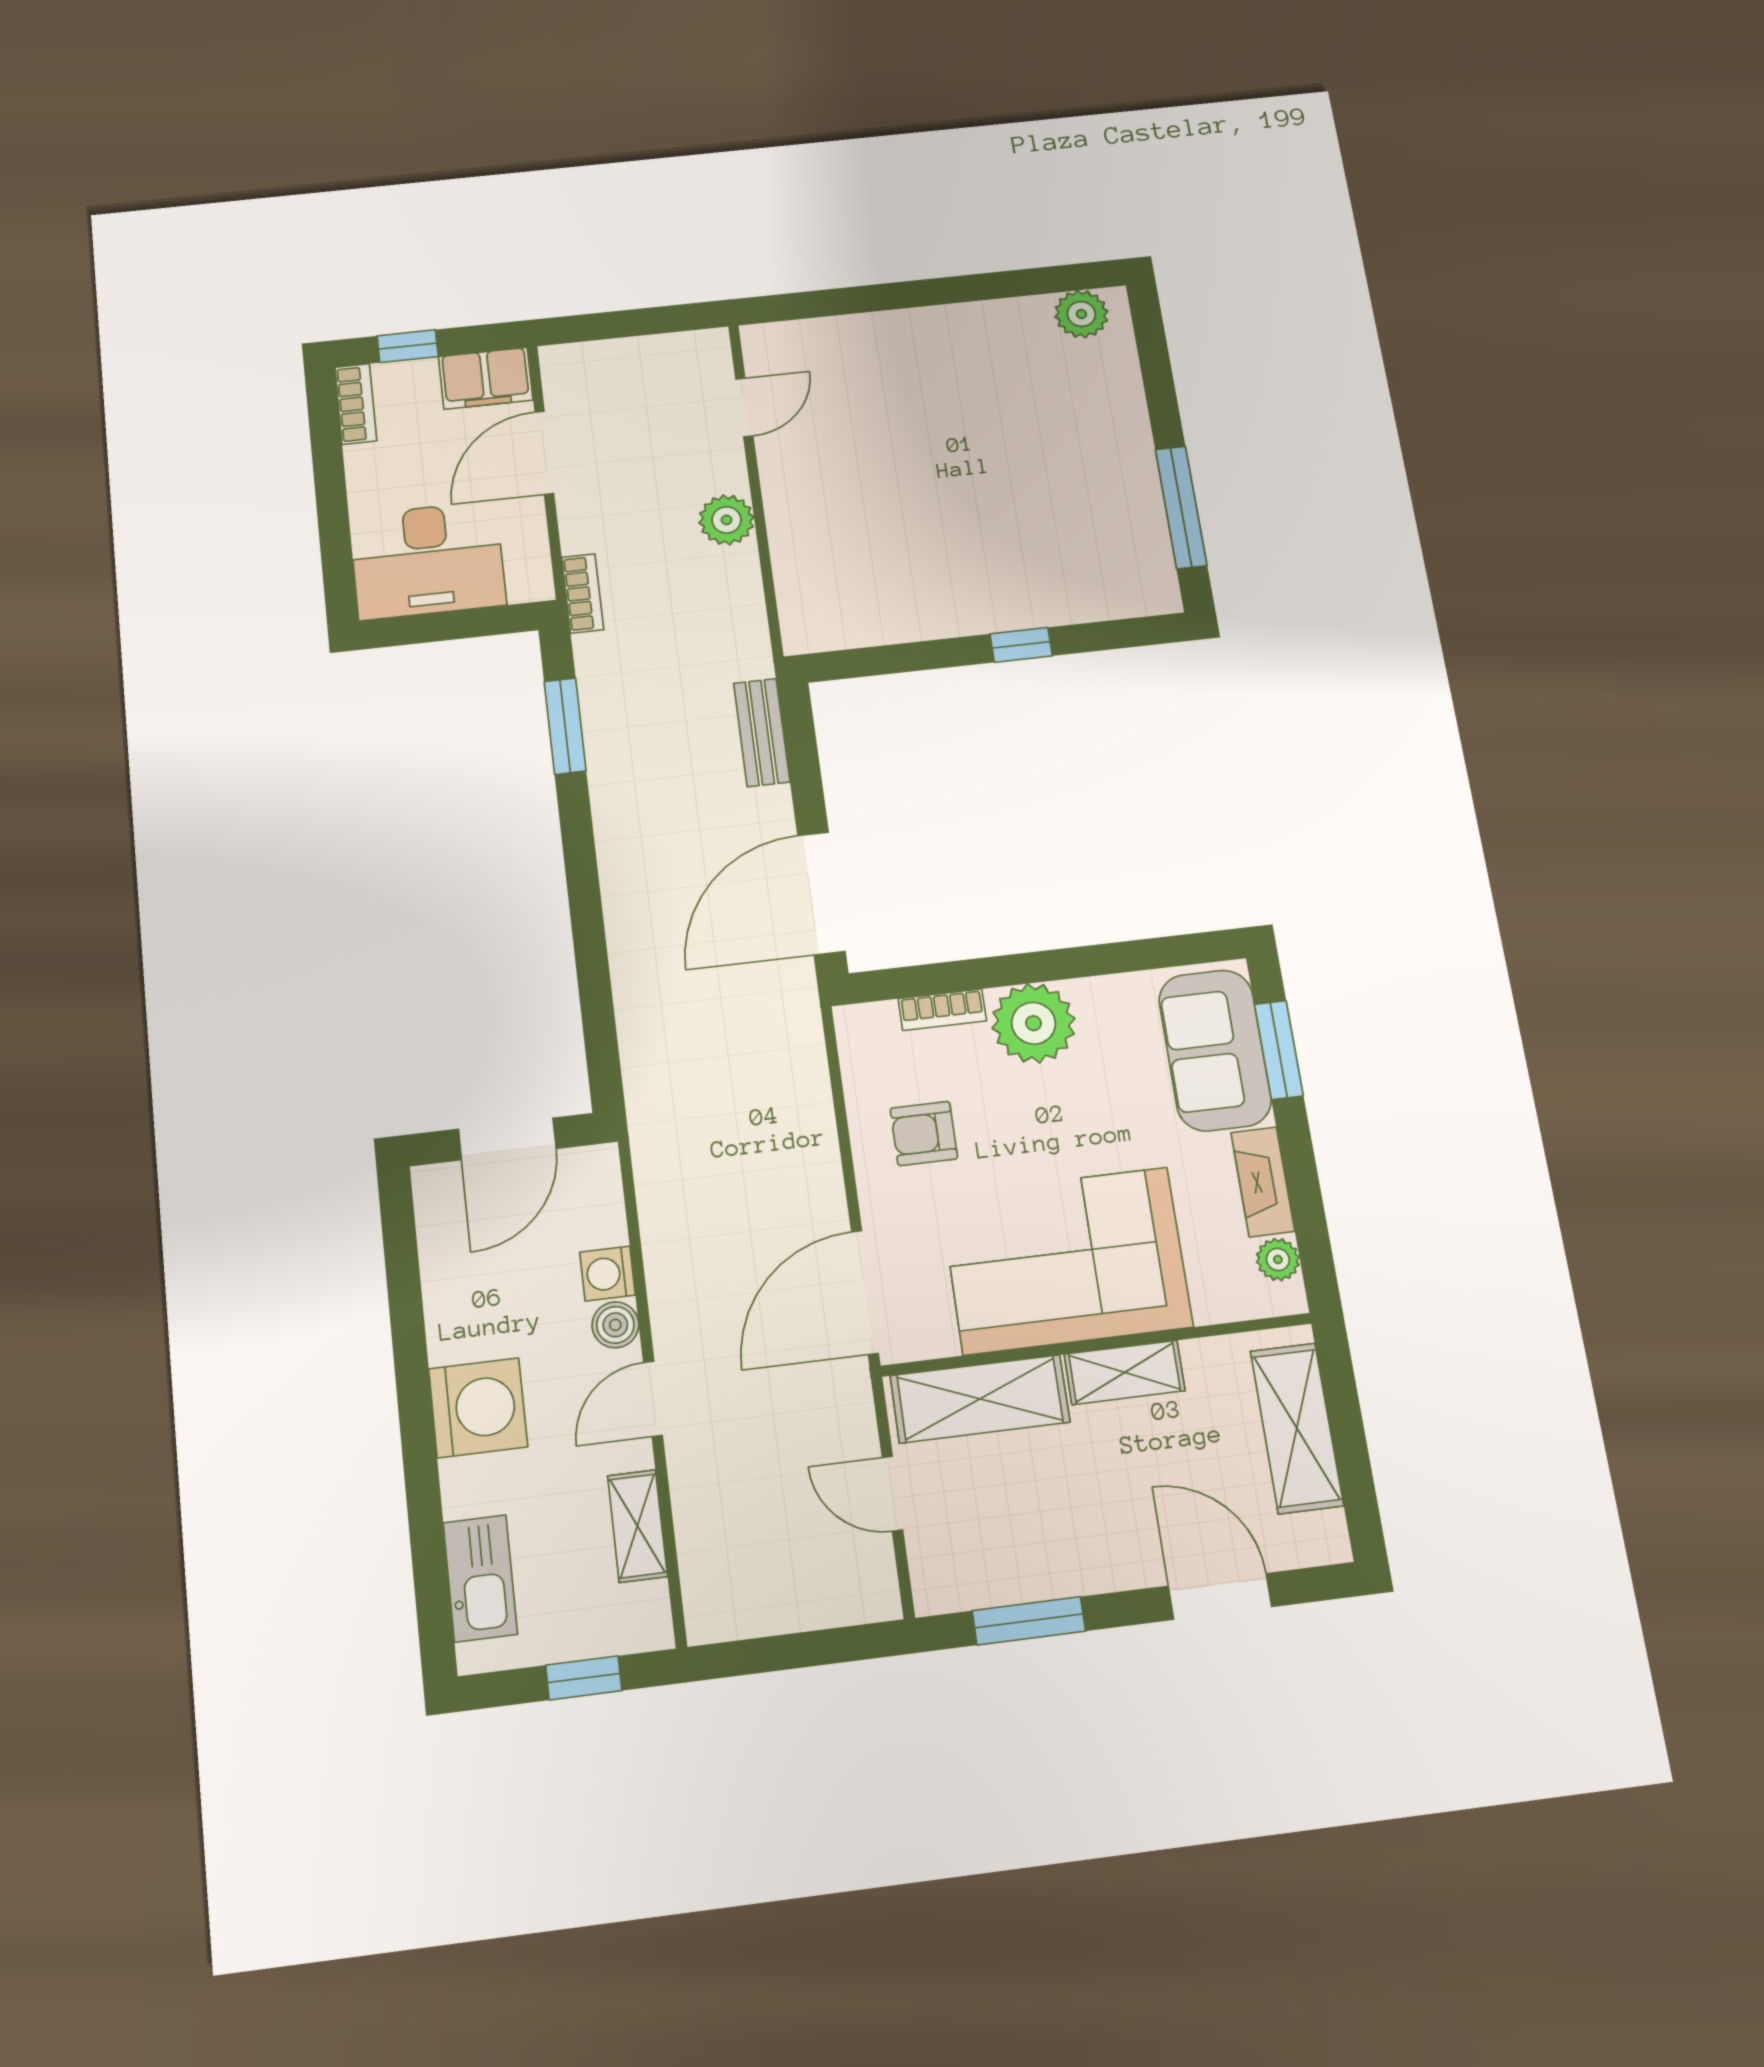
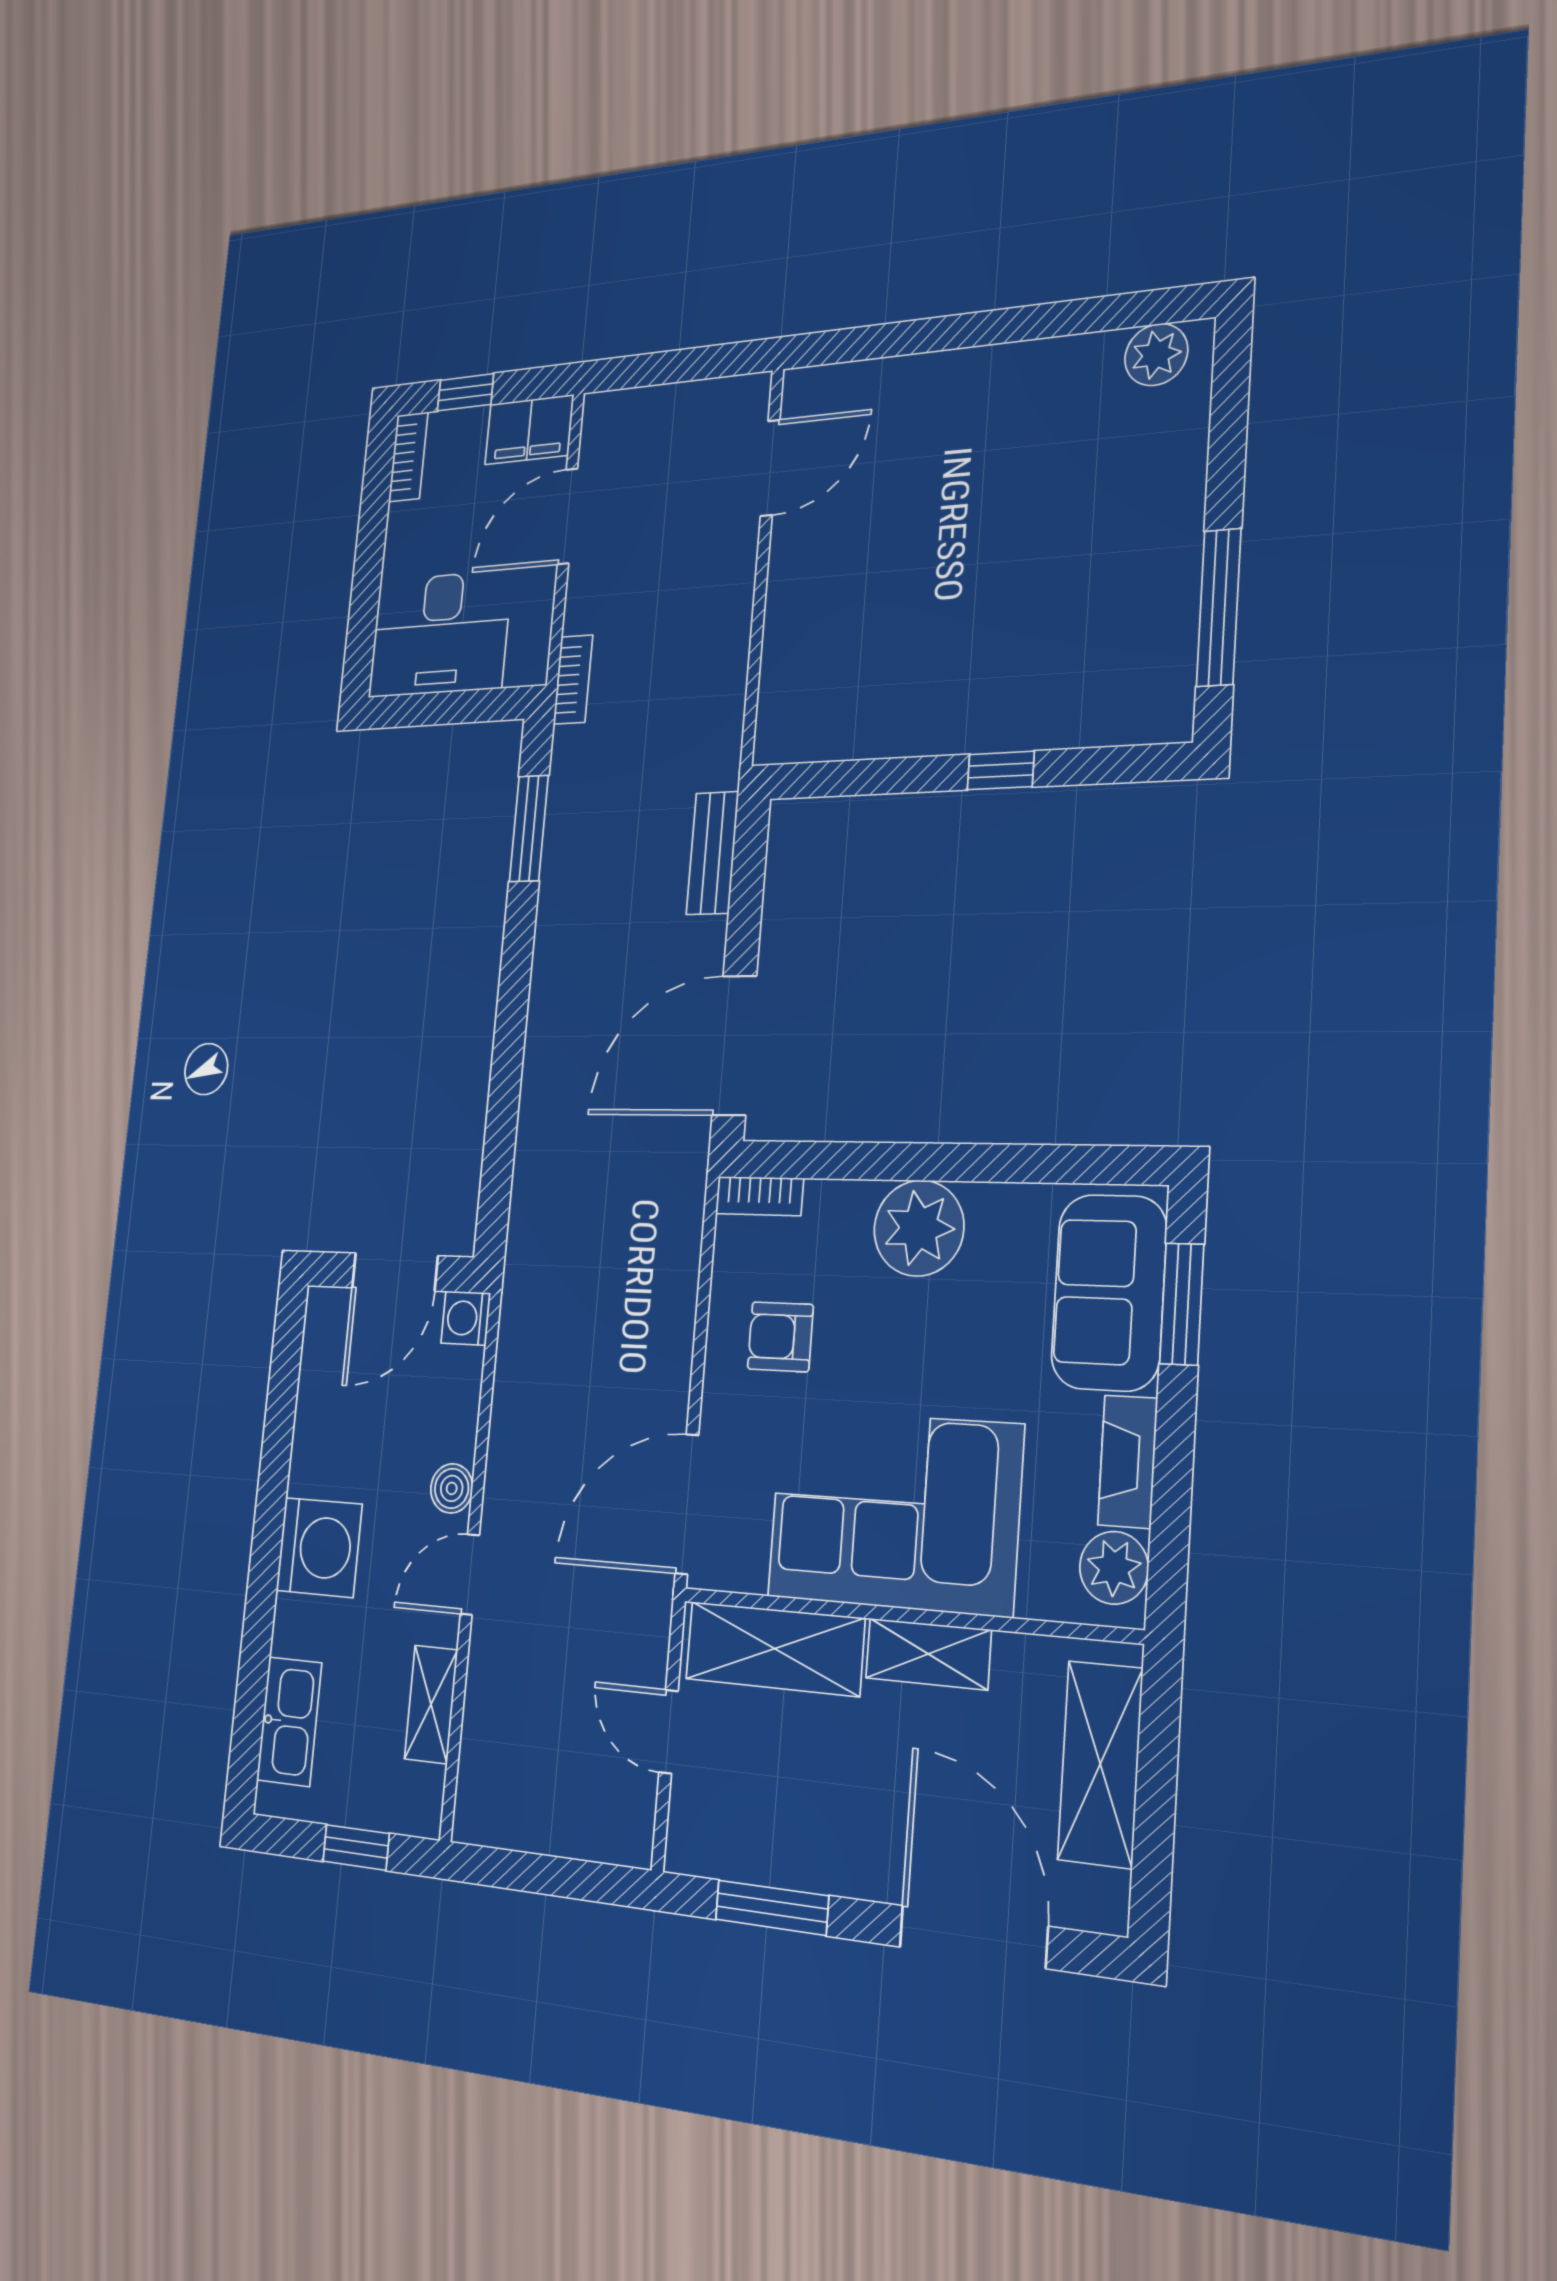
door: (744, 407) -> (770, 468), width x1.38
plant: (726, 520) -> (726, 602), removed
bookcase: (942, 1010) -> (759, 1196), moved
plant: (1278, 1259) -> (1114, 1568), width x1.38, depth x1.38
washing machine: (608, 1274) -> (466, 1318), moved
door: (1220, 1596) -> (973, 1937), width x1.36

